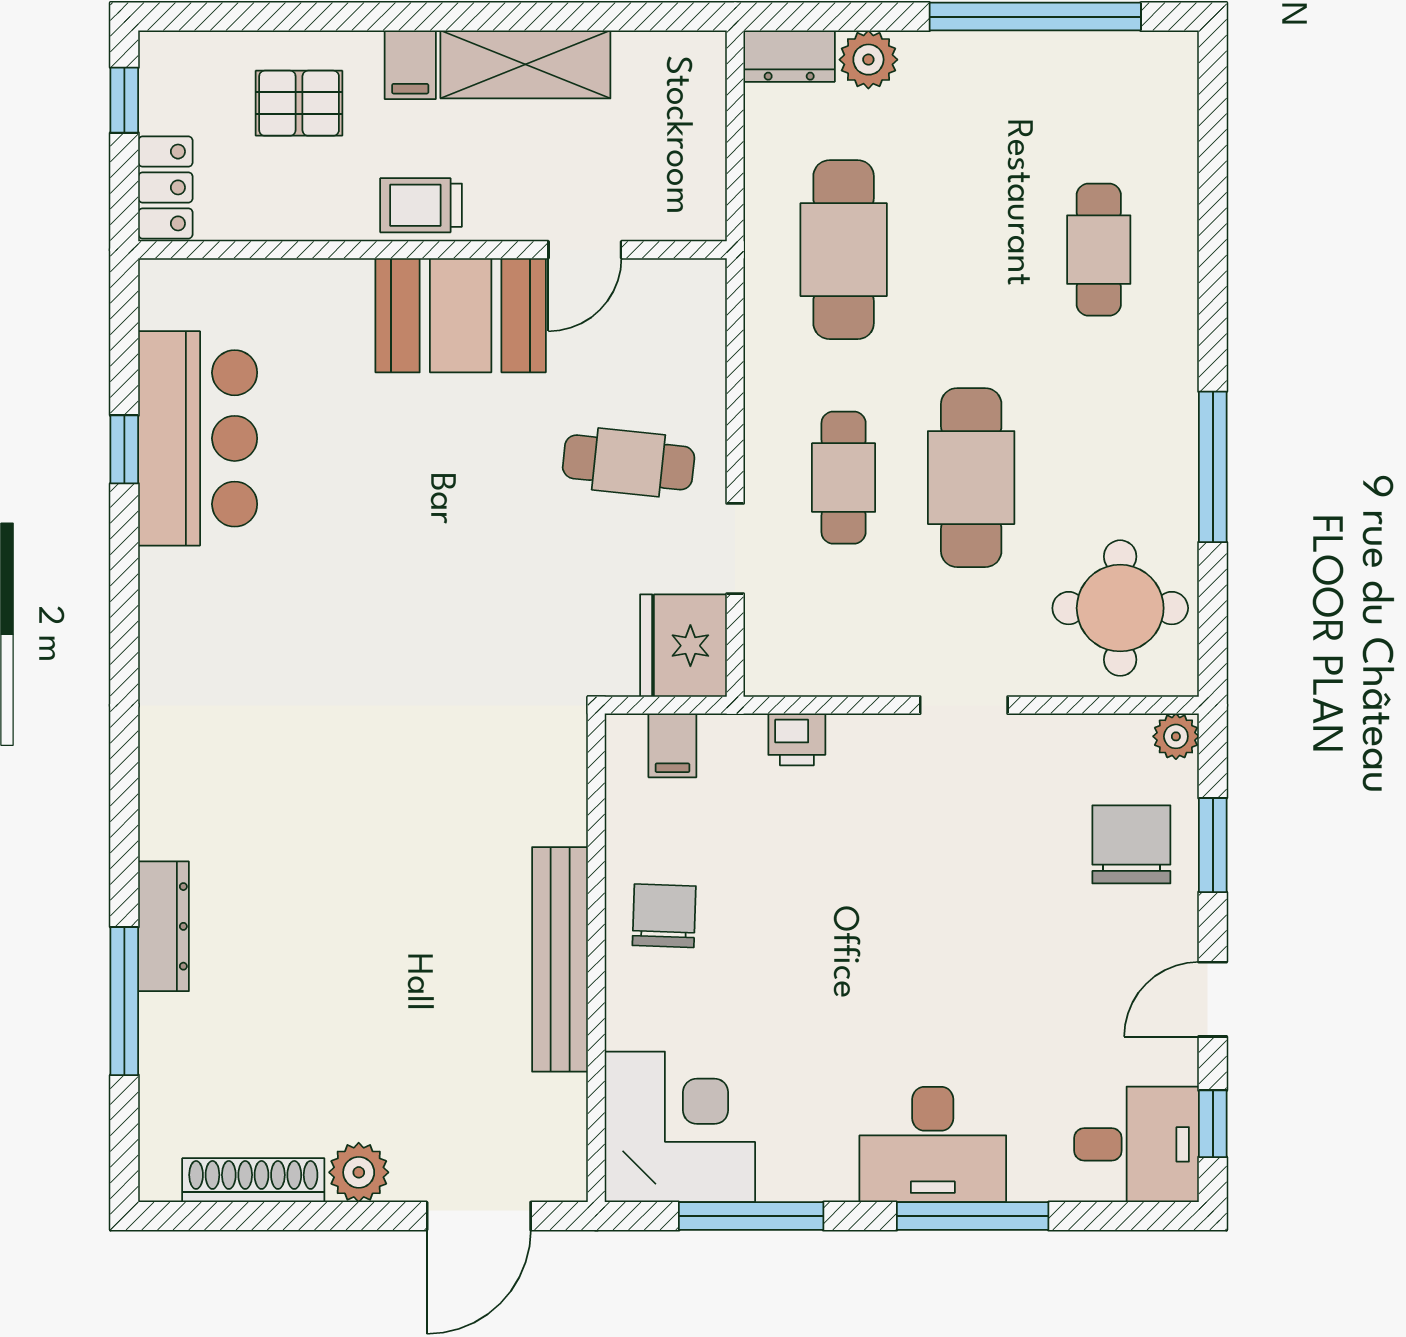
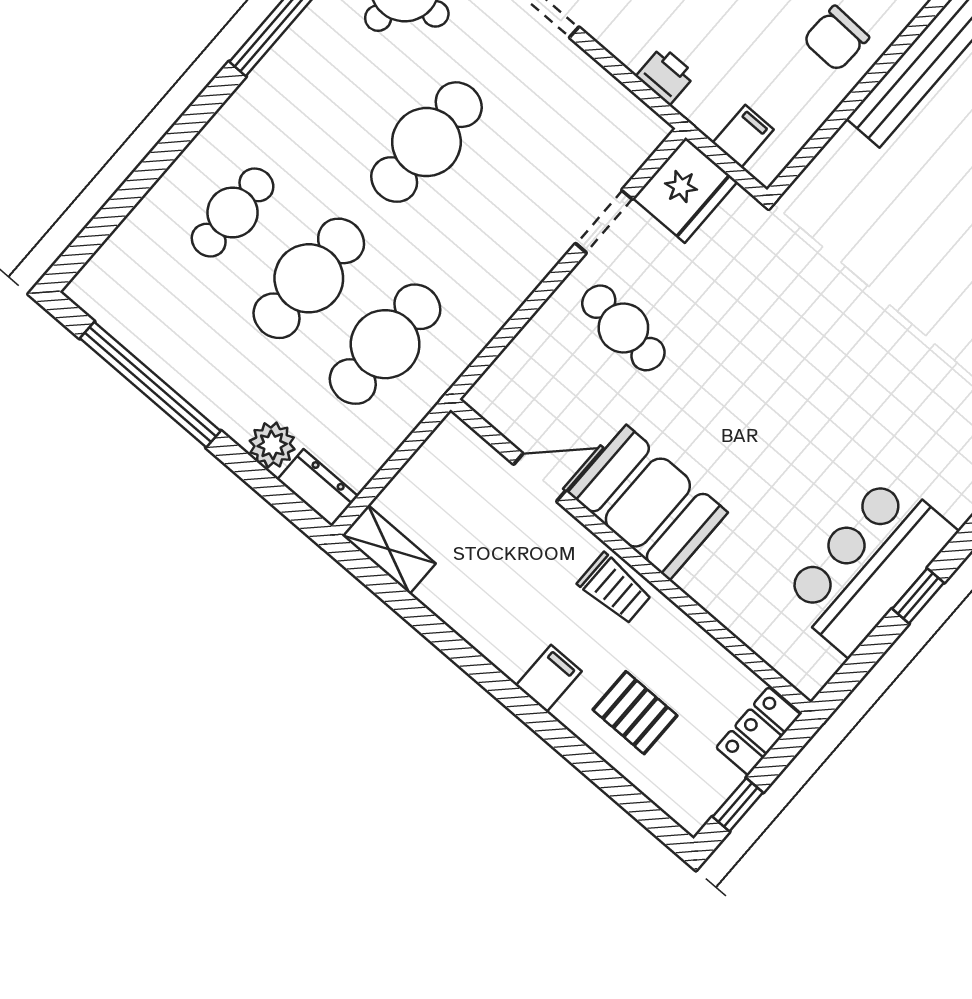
shelving: (525, 64) -> (389, 549), moved, width x0.67, depth x0.75
cafe table: (844, 478) -> (309, 278), moved, width x1.37, depth x1.35

